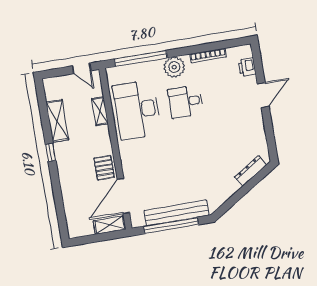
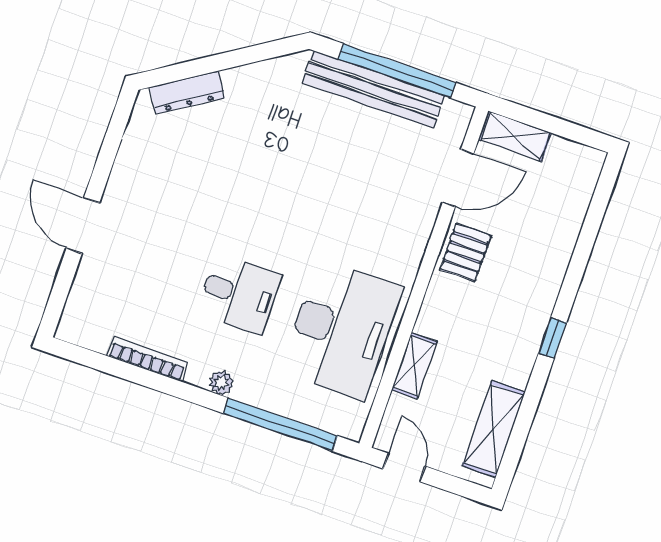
plant: (174, 67) -> (221, 383), width x0.53, depth x0.53
printer: (247, 67) -> (85, 296), removed
door: (263, 95) -> (83, 226), hinge flipped
shelving: (57, 121) -> (494, 429), moved
door: (123, 196) -> (458, 178), width x0.73

